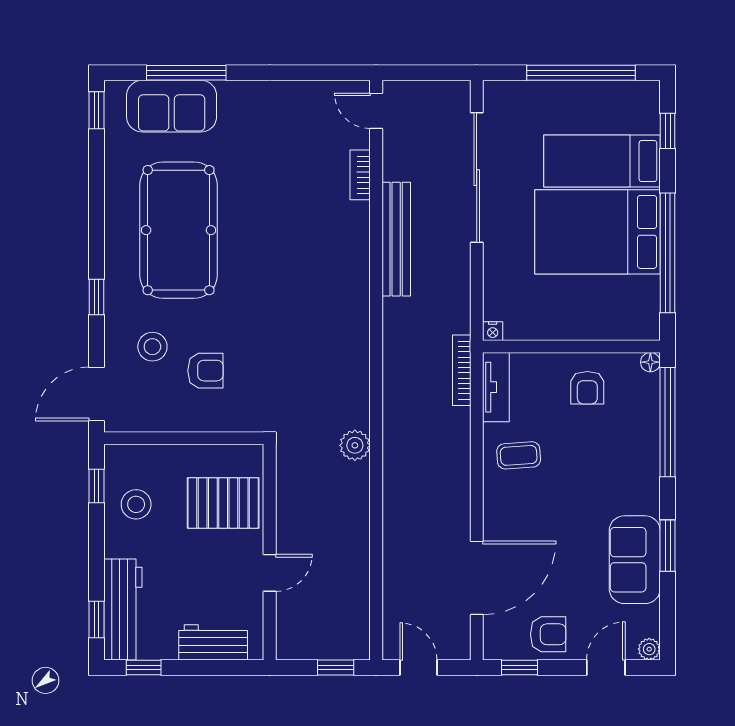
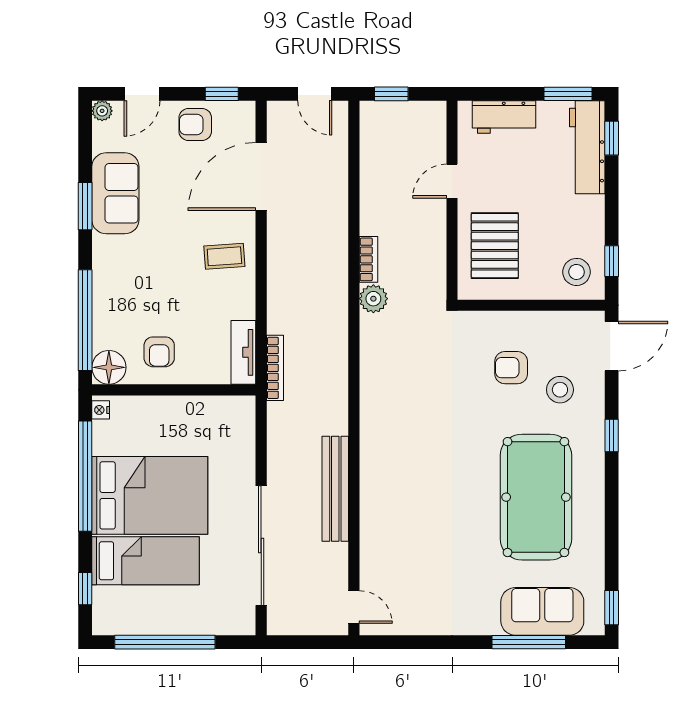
bookcase: (360, 175) -> (368, 259), moved
nightstand: (493, 331) -> (101, 410), moved, turned -90
floor lamp: (650, 362) -> (109, 367), width x1.89, depth x1.89
armchair: (587, 388) -> (159, 352), turned 180
coffee table: (519, 455) -> (224, 256), moved
pallet: (223, 503) -> (495, 246), turned 90
stool: (136, 504) -> (577, 272), moved
window: (144, 668) -> (568, 94), width x1.50

